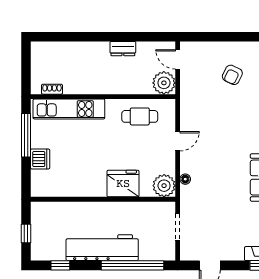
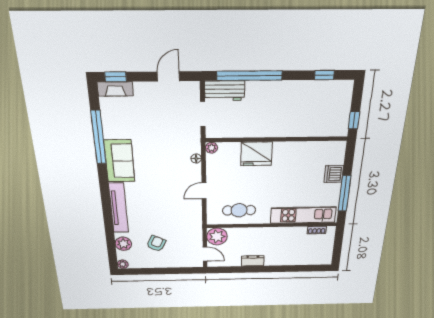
plant: (164, 186) -> (211, 148), width x0.53, depth x0.53
window: (26, 233) -> (354, 120), moved
workbench: (102, 248) -> (225, 91), moved, width x0.53, depth x0.76

